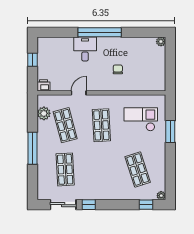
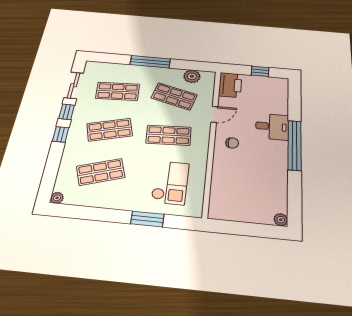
chair: (118, 69) -> (232, 143), moved
printer: (43, 85) -> (230, 85), width x1.87, depth x1.48
door: (79, 93) -> (214, 114), hinge flipped
shop shelf: (65, 125) -> (174, 96), turned 30
shop shelf: (101, 169) -> (110, 130), added
window: (146, 205) -> (61, 134), moved

